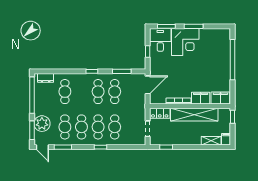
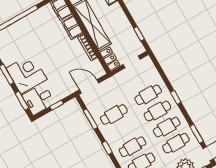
cafe table: (98, 92) -> (132, 147), moved

